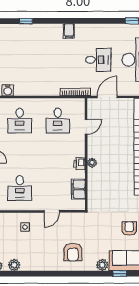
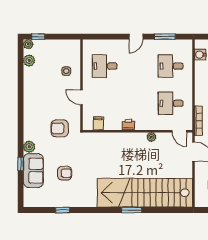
door: (86, 127) -> (179, 131), moved
plant: (92, 163) -> (151, 137), moved
filing cabinet: (78, 189) -> (98, 123), width x0.50
armchair: (73, 252) -> (60, 128), moved

